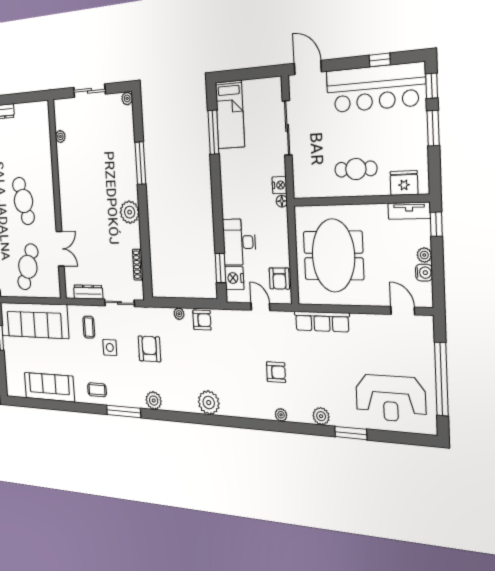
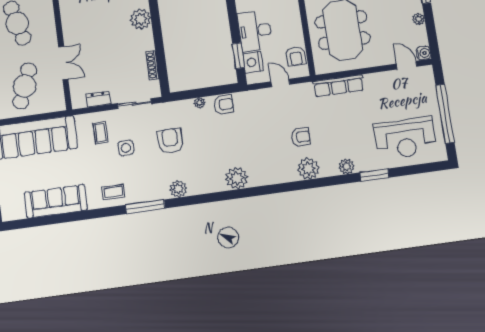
water cooler: (424, 273) -> (424, 53), moved
dresser: (88, 292) -> (98, 99), width x0.70
plant: (281, 415) -> (308, 169), width x1.88, depth x1.88

